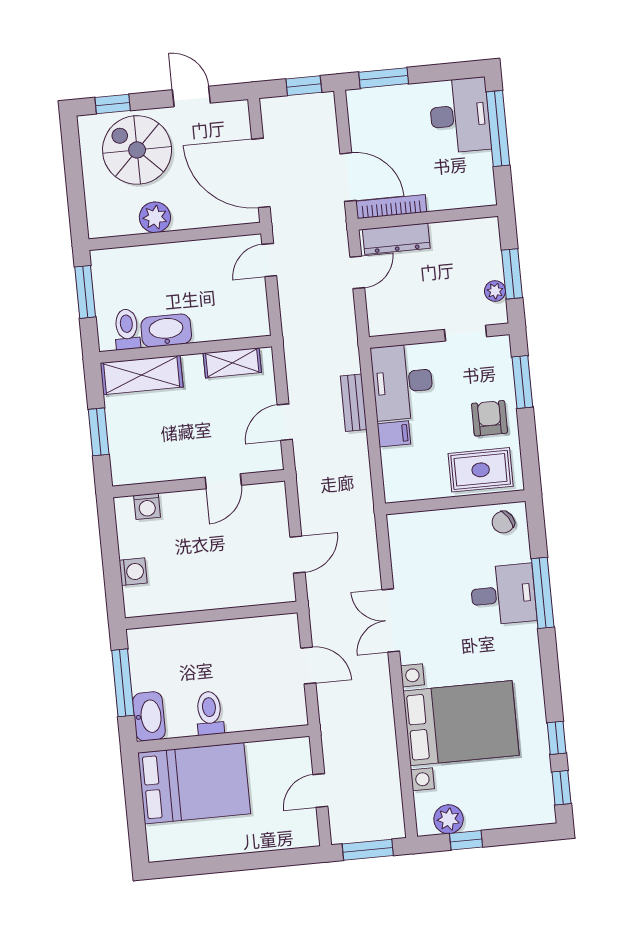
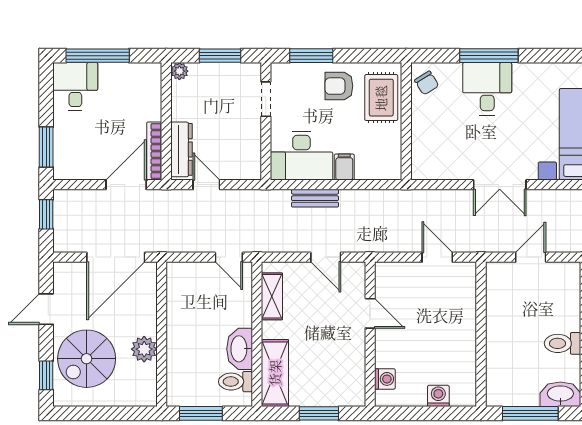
desk: (460, 115) -> (75, 87), width x0.73
door: (269, 260) -> (229, 257), moved
plant: (495, 291) -> (179, 71), moved

